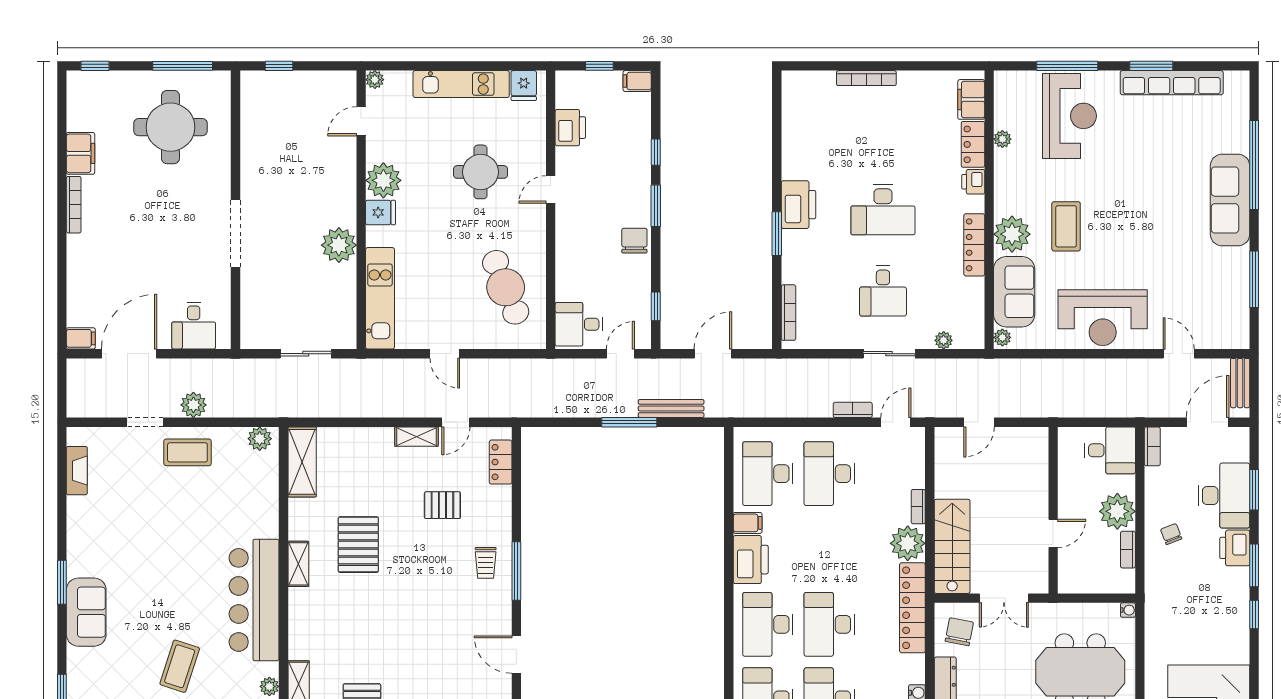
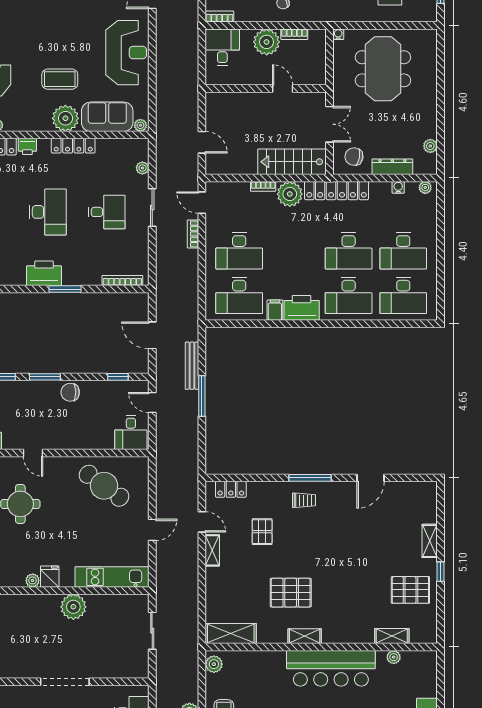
plant: (383, 180) -> (33, 580), width x0.53, depth x0.53
cafe table: (506, 287) -> (104, 486), turned 58

